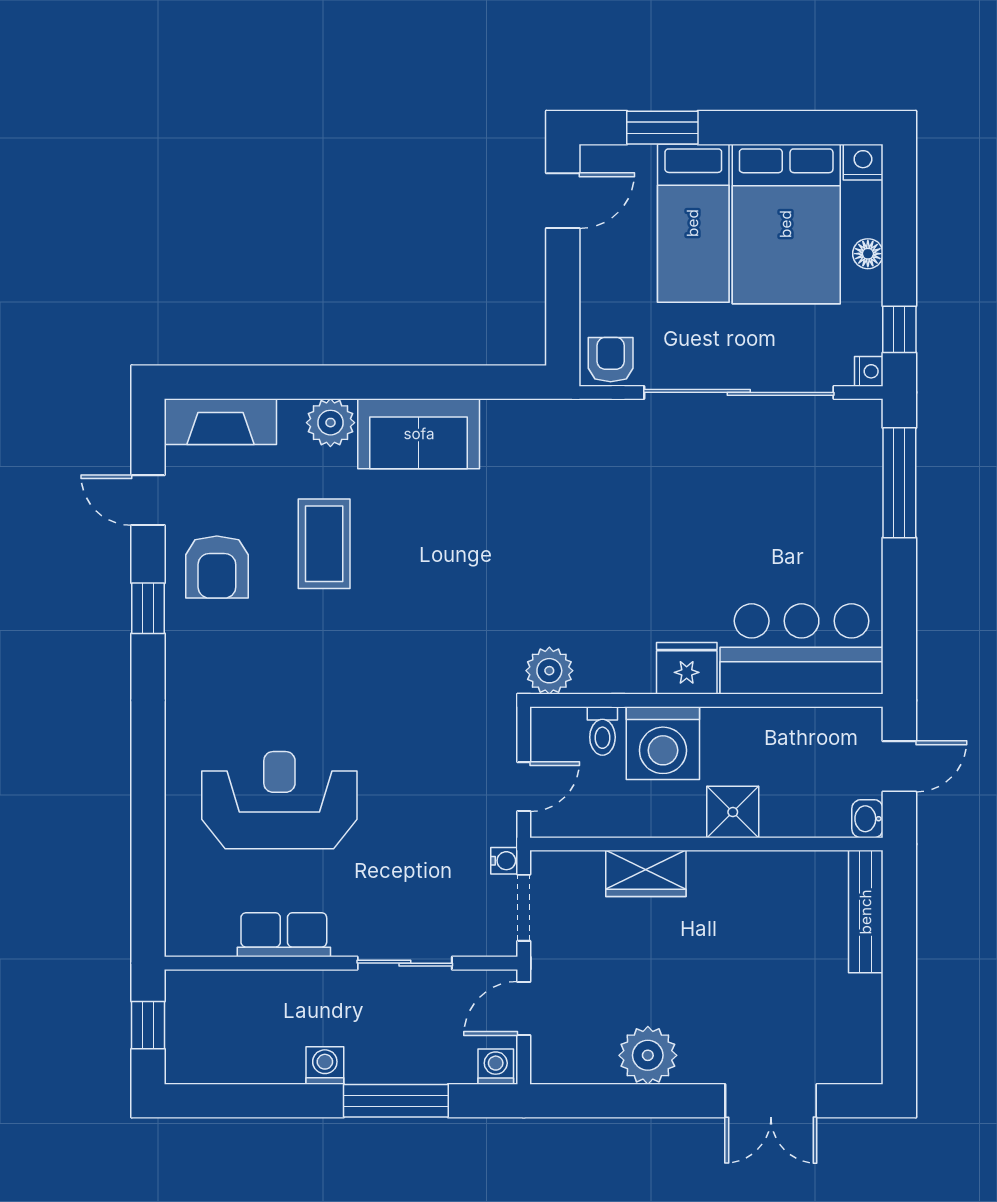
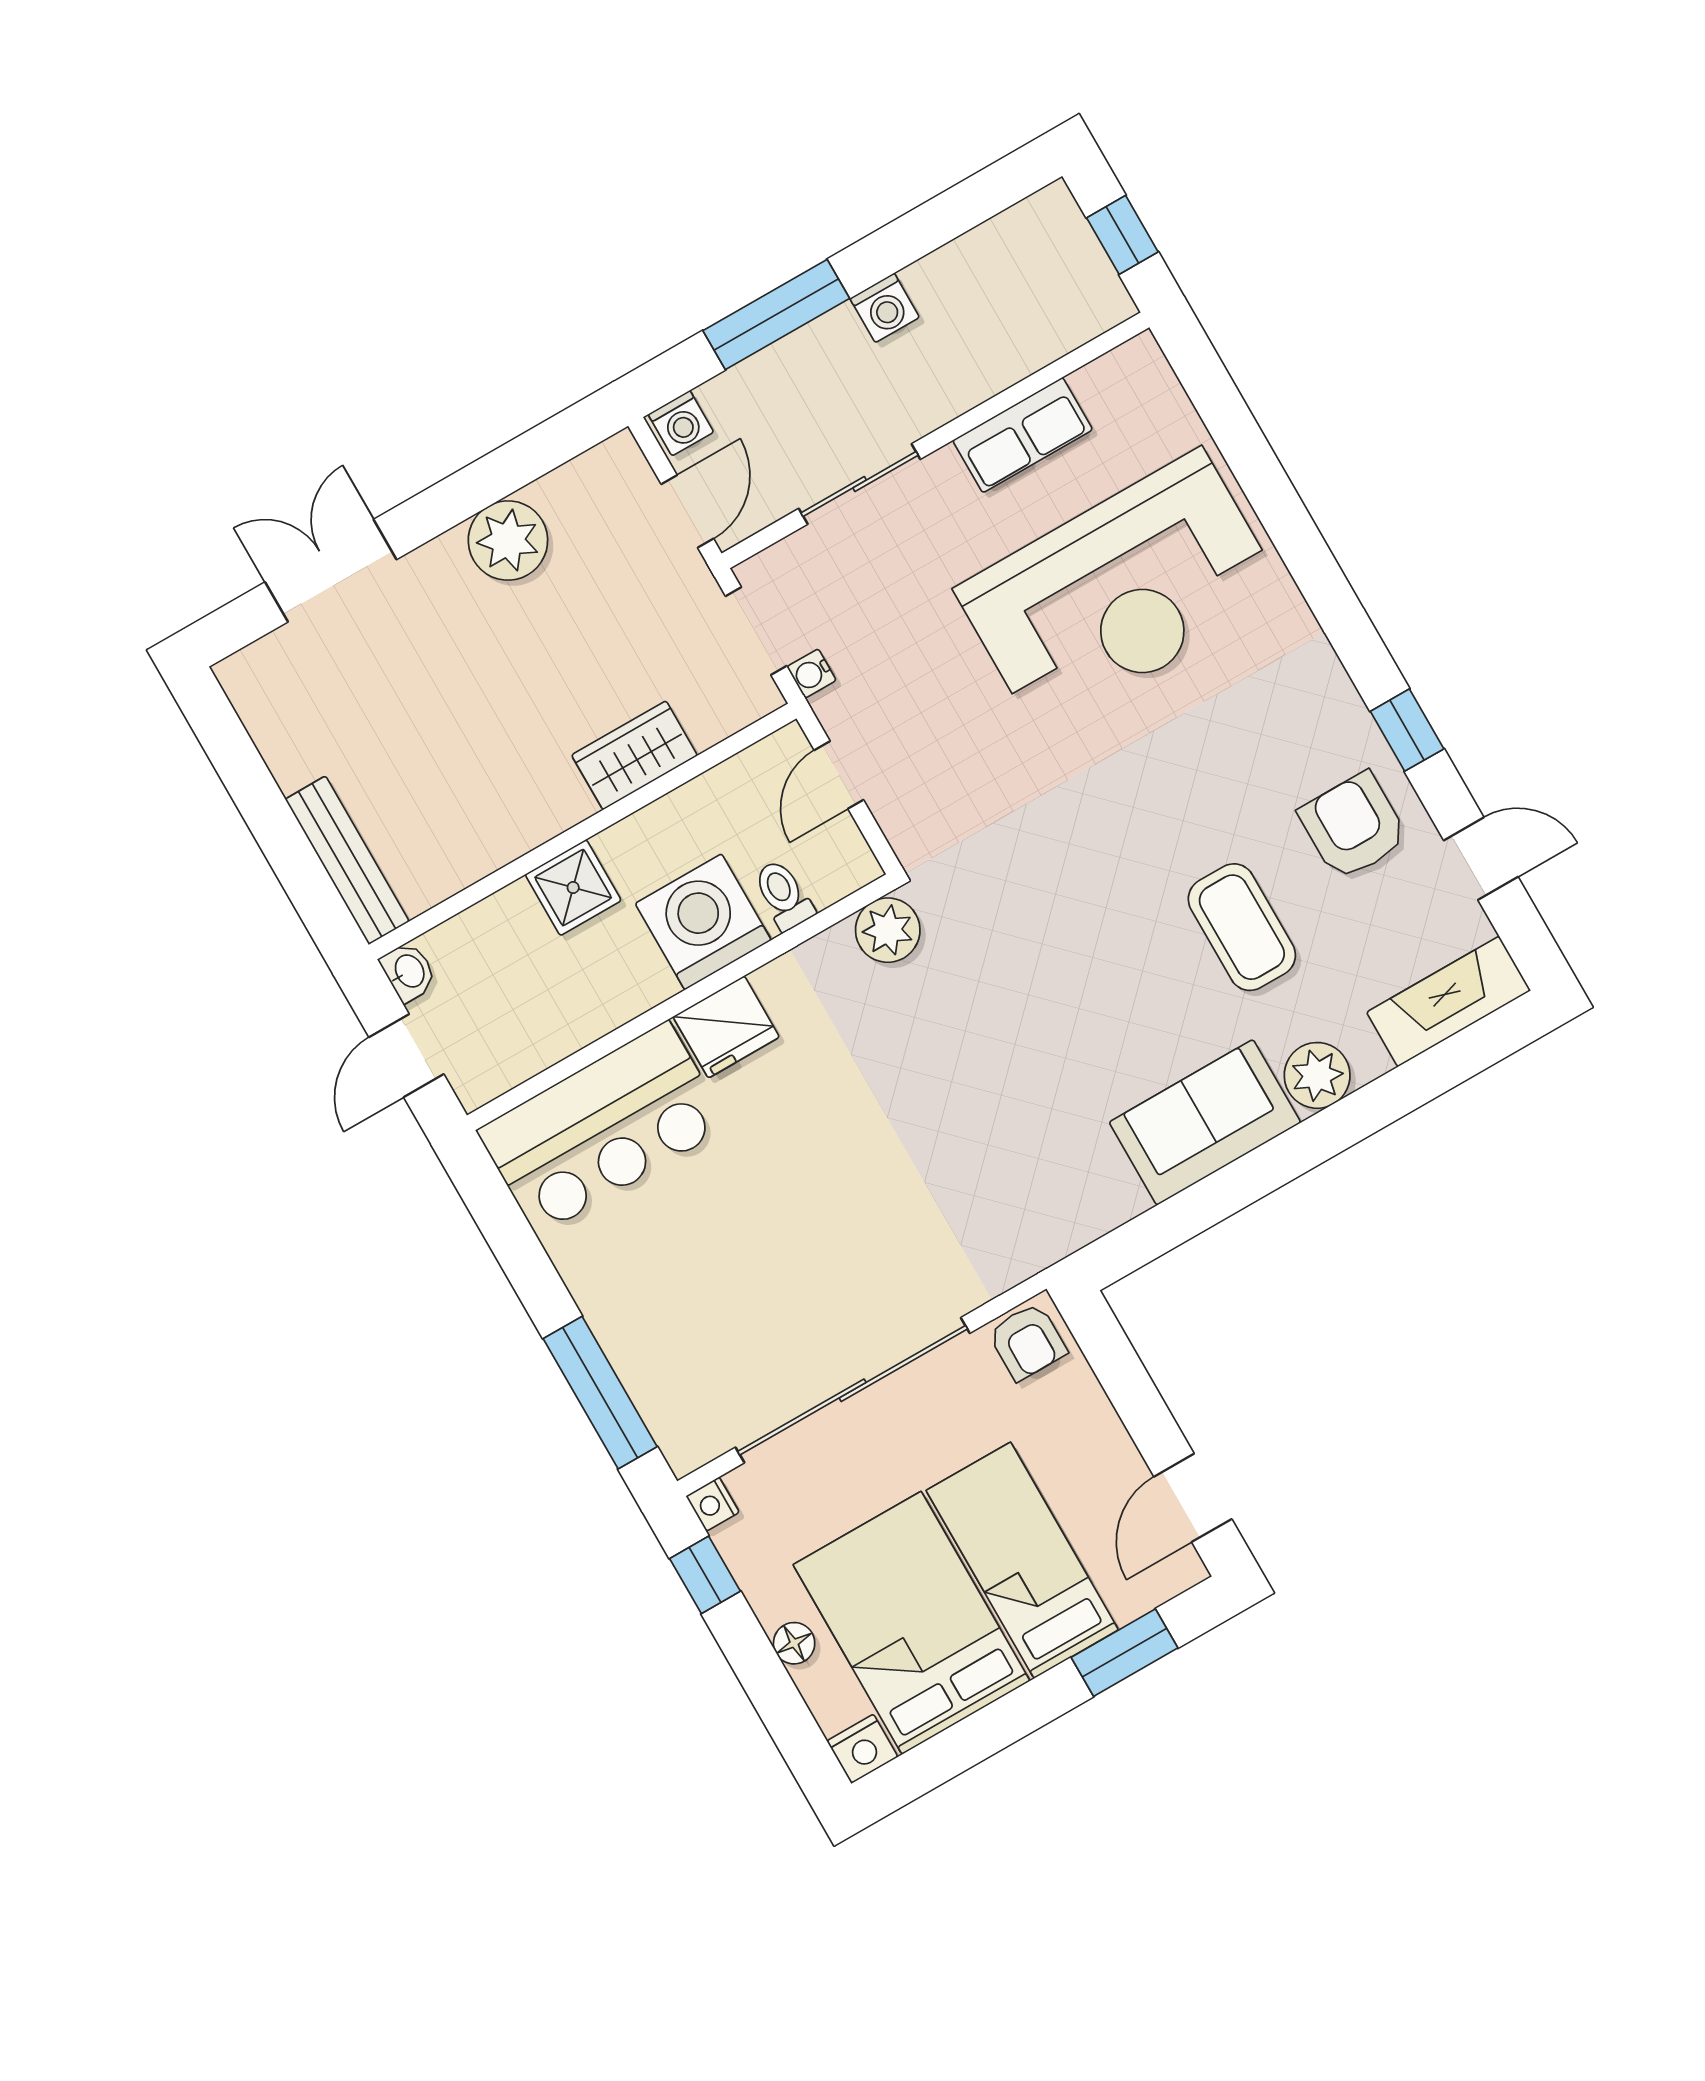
reception desk: (279, 800) -> (1120, 592), width x1.36, depth x1.30

